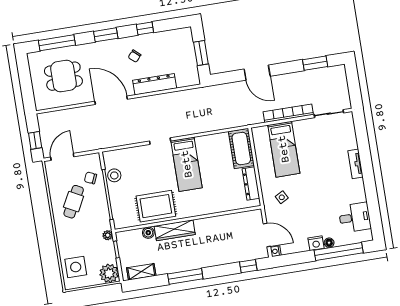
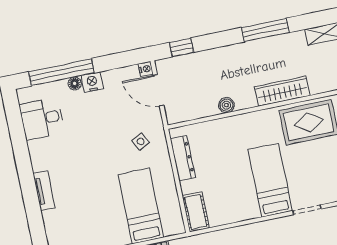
cot: (241, 149) -> (196, 212), width x0.73, depth x0.75
boiler: (148, 233) -> (226, 105), moved

